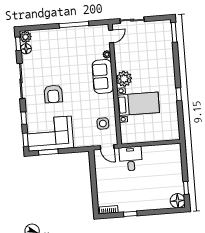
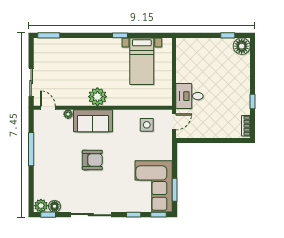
armchair: (53, 94) -> (92, 160), moved
bed with nightstands: (138, 104) -> (142, 61), moved, turned 180

